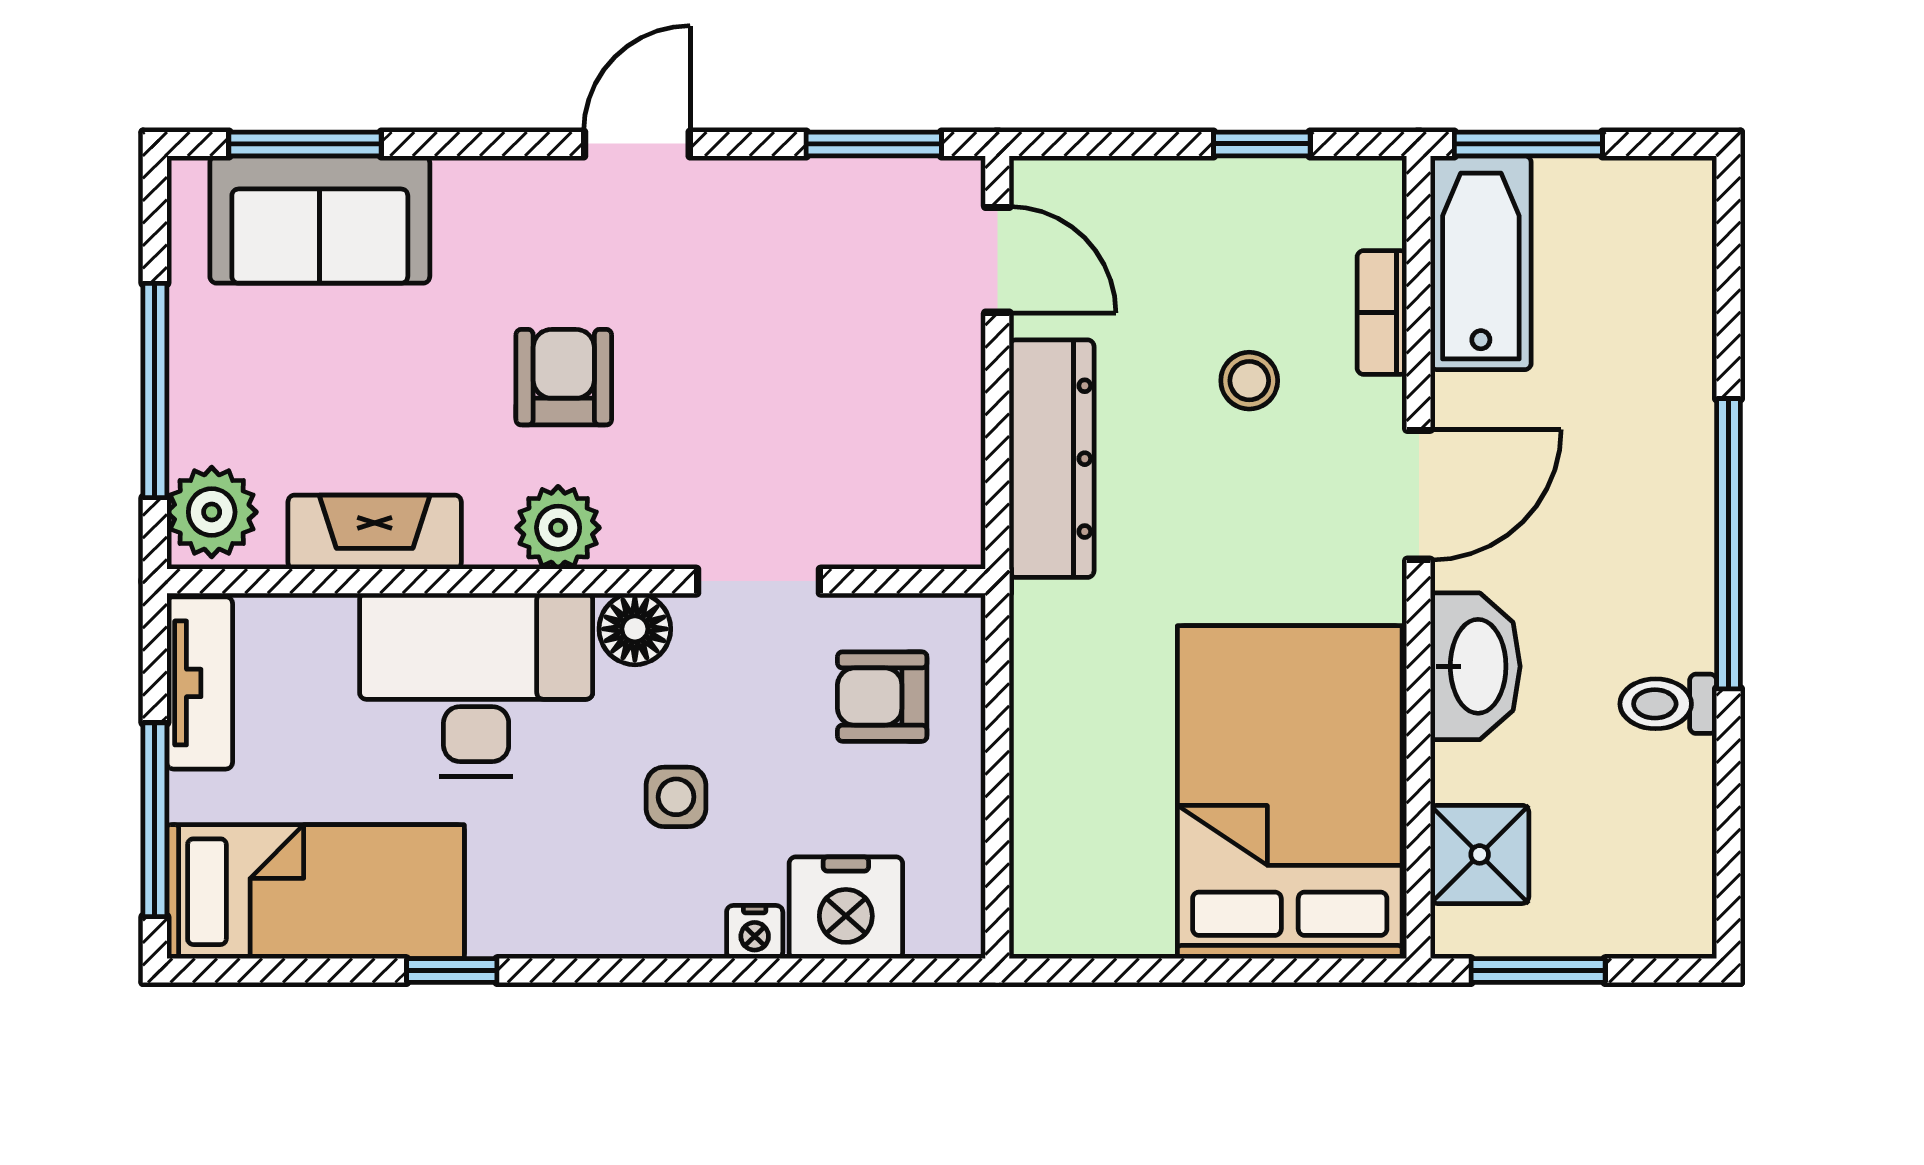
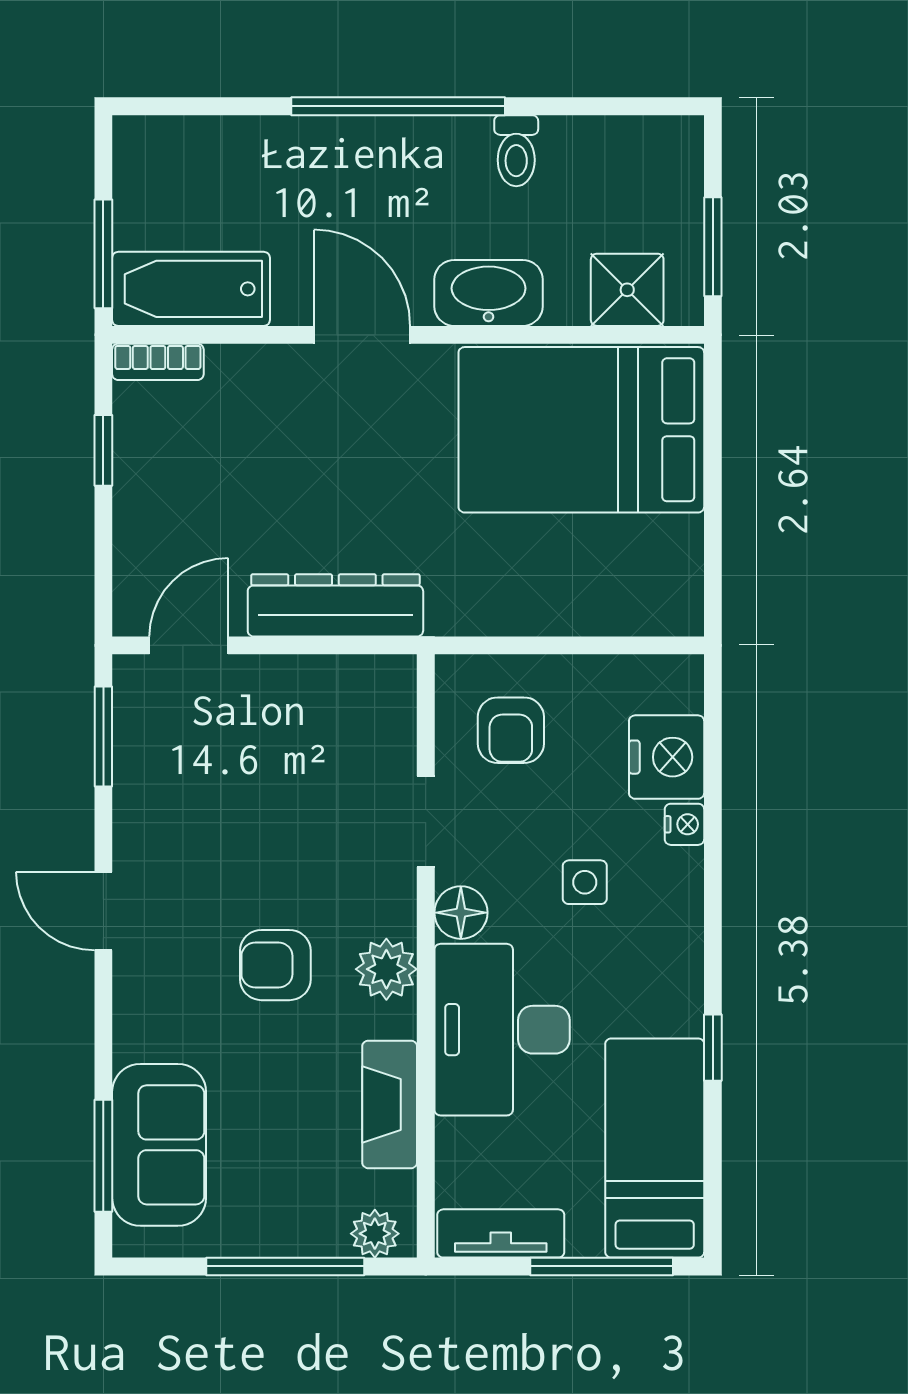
bookcase: (1382, 313) -> (158, 362), moved
stool: (1249, 381) -> (278, 460), removed
plant: (212, 512) -> (375, 1234), width x0.73, depth x0.73

